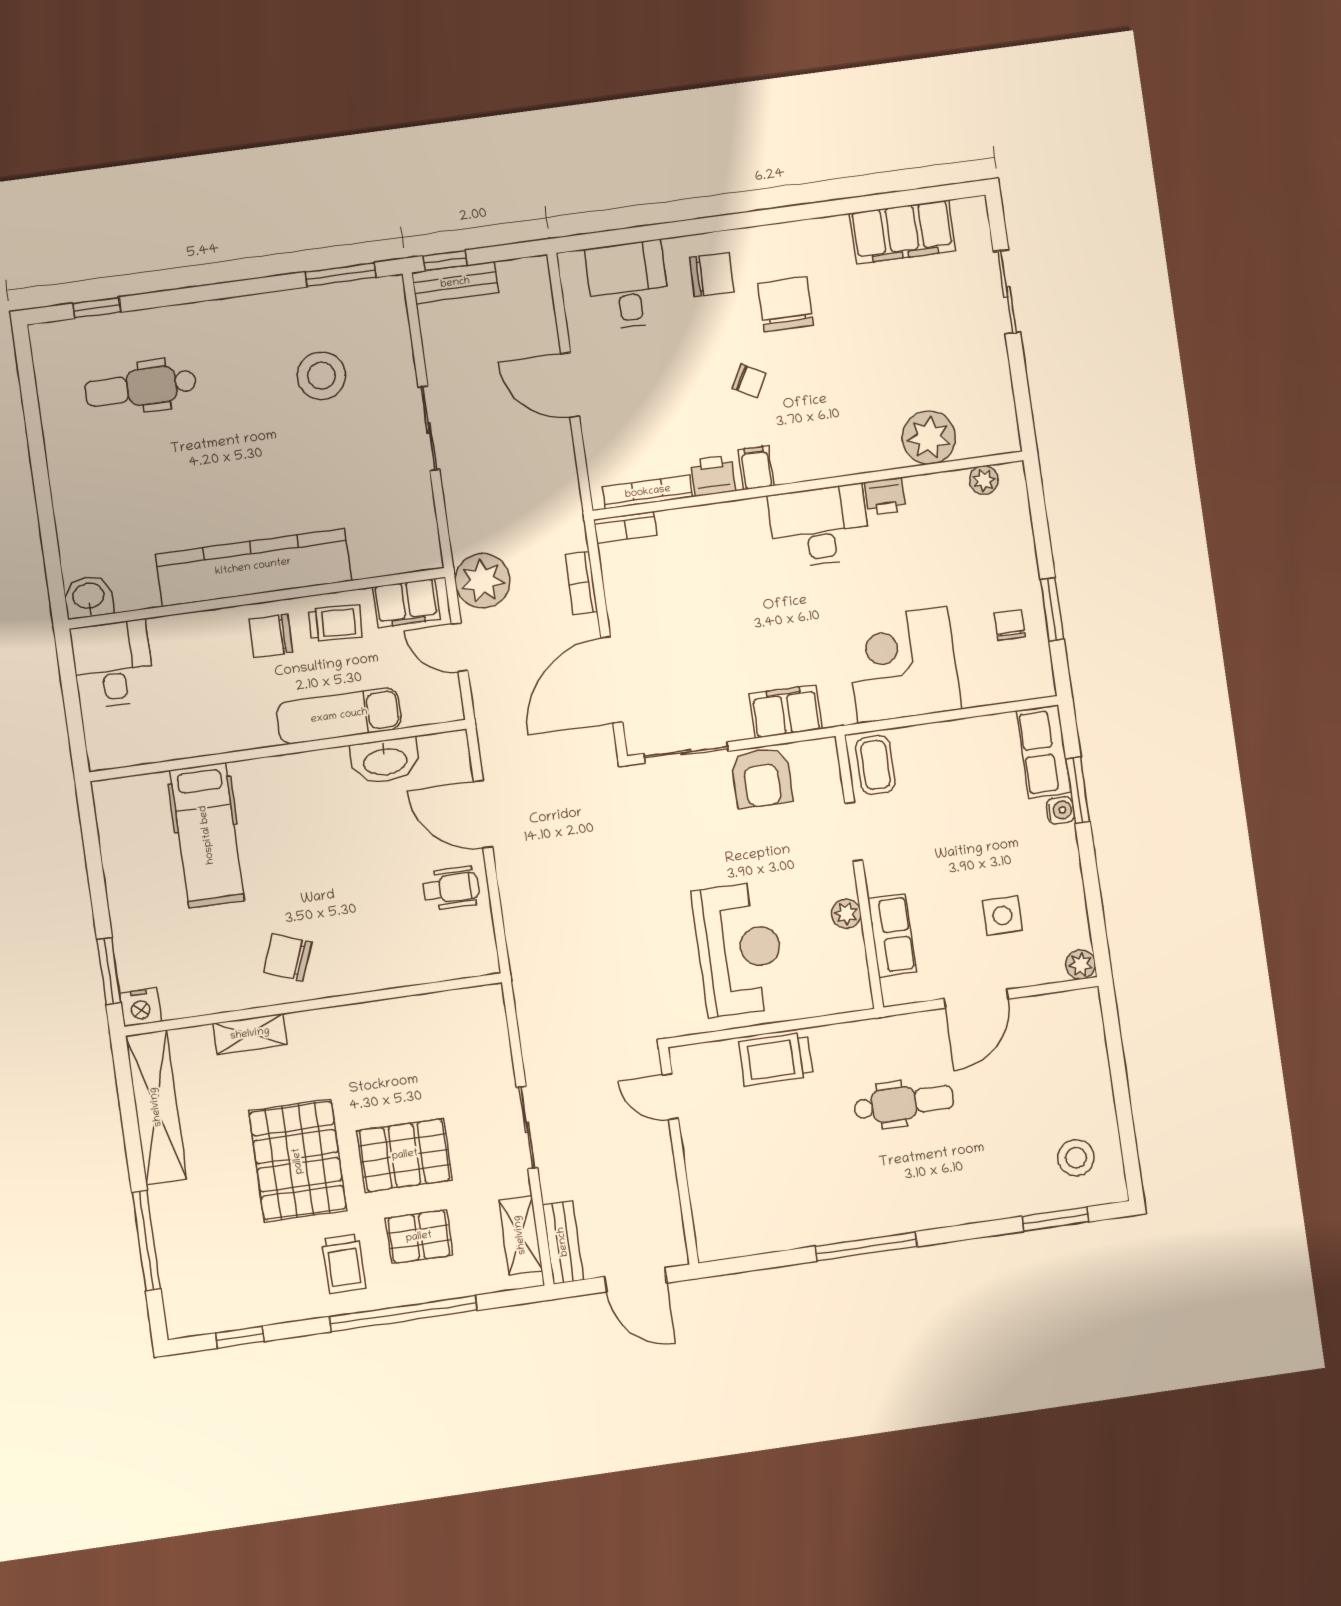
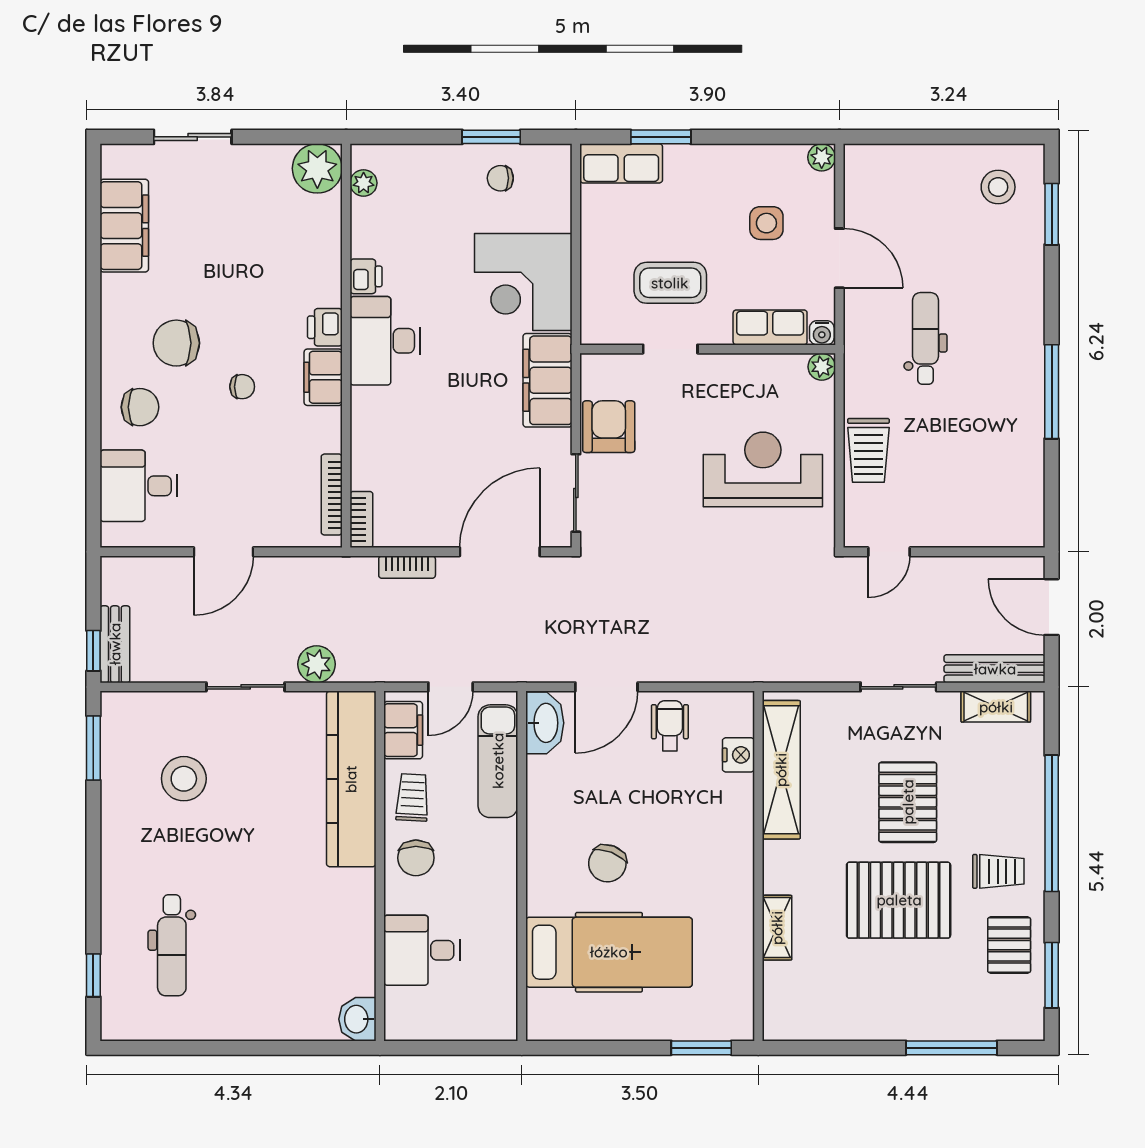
chair: (712, 275) -> (140, 407), turned 89
chair: (749, 381) -> (242, 387), turned 62
plant: (929, 438) -> (317, 168), moved
filing cabinet: (756, 468) -> (323, 377), width x2.00
printer: (713, 476) -> (325, 327), moved
kitchen counter: (253, 567) -> (351, 779), moved
plant: (482, 581) -> (317, 664), moved, width x0.73, depth x0.73
desk: (113, 664) -> (422, 950), moved
door: (612, 680) -> (500, 552), swing flipped
filing cabinet: (786, 711) -> (547, 380), width x1.50, depth x1.17
exam couch: (339, 716) -> (498, 761), moved
washbasin: (385, 761) -> (545, 723), moved
coffee table: (875, 765) -> (670, 283), moved, width x1.36, depth x1.30
armchair: (762, 778) -> (609, 427), turned -90
water cooler: (1060, 810) -> (822, 333), moved, turned 180
hospital bed: (207, 835) -> (609, 952), width x1.37, depth x1.29
plant: (846, 914) -> (822, 367), moved
chair: (288, 957) -> (607, 863), moved
nightstand: (140, 1007) -> (738, 755), moved
shelving: (156, 1107) -> (781, 770), moved, turned 90
pallet: (419, 1237) -> (1009, 945), moved
bench: (563, 1242) -> (995, 669), width x1.36
door: (636, 1280) -> (1052, 607), swing flipped
window: (240, 1337) -> (1052, 975), width x1.50

